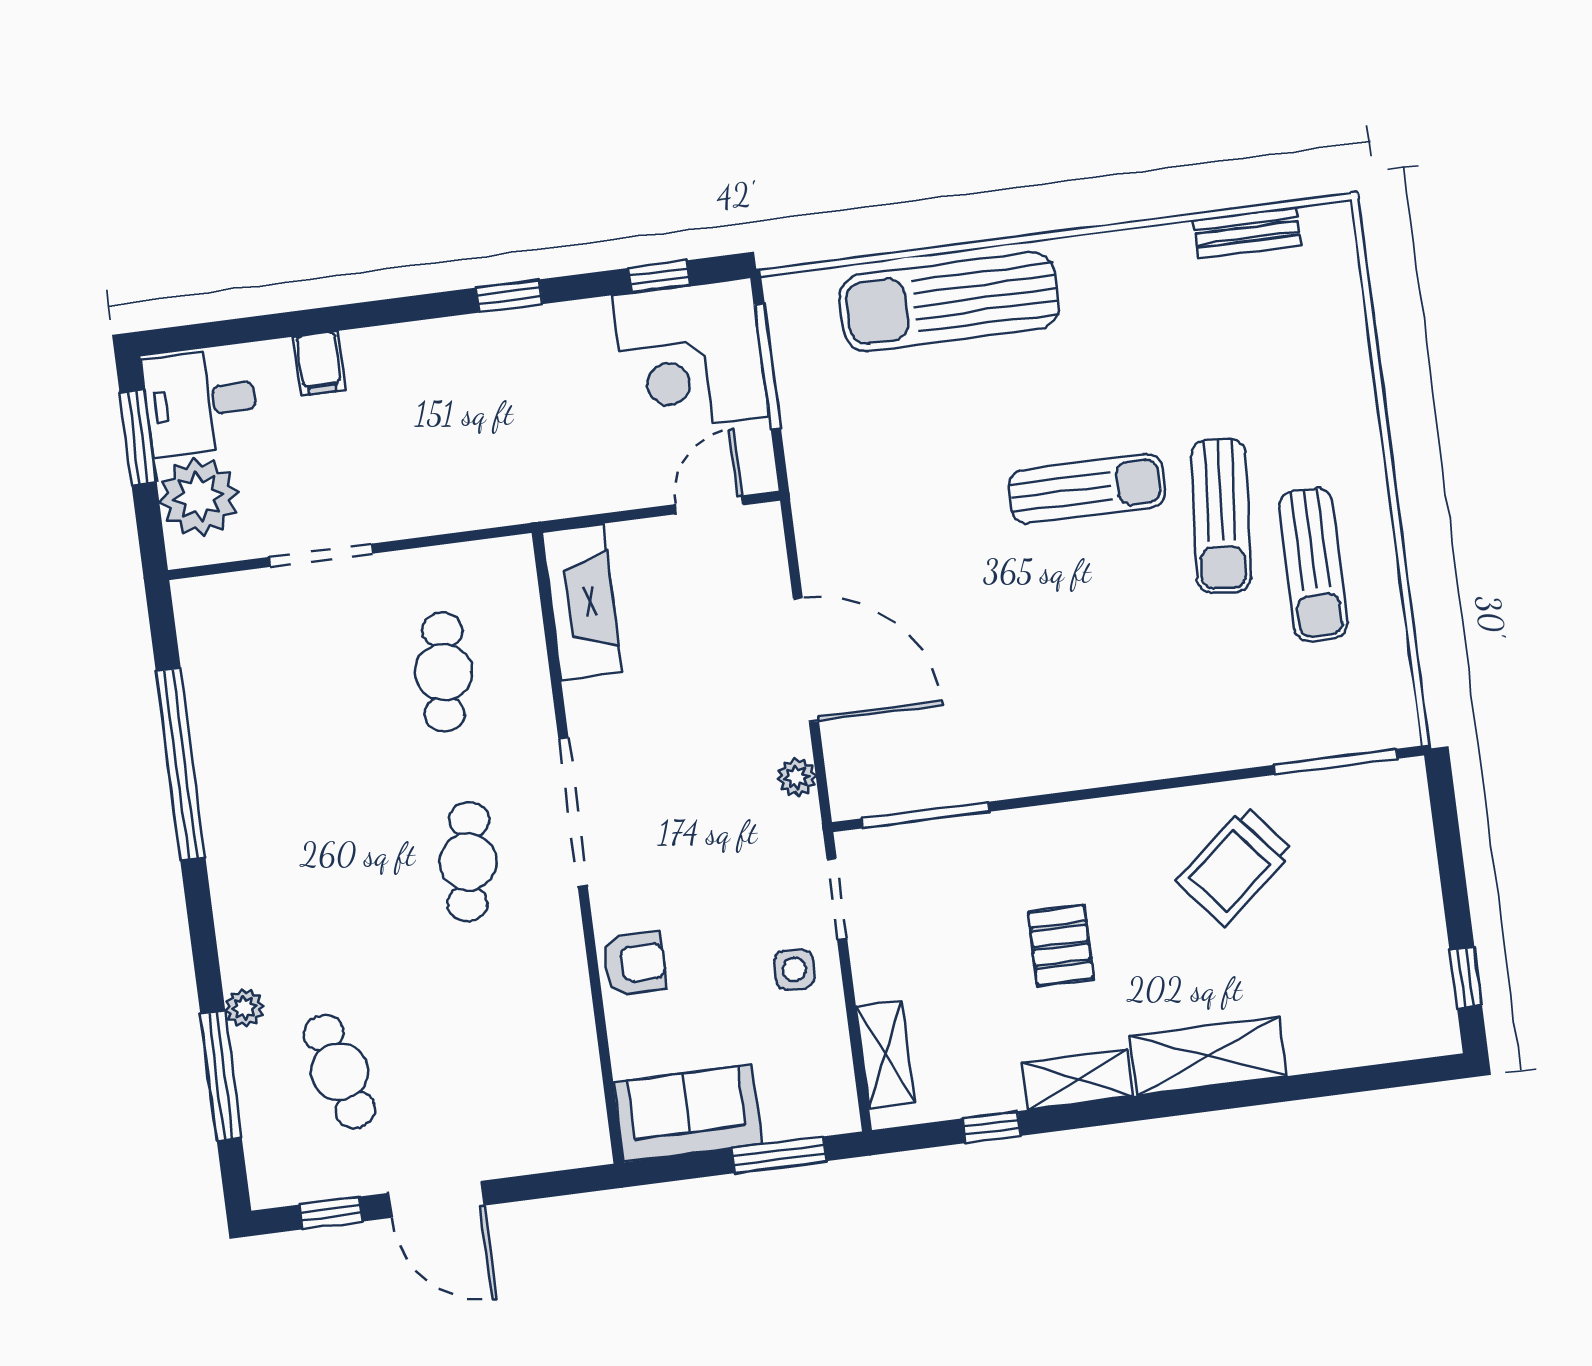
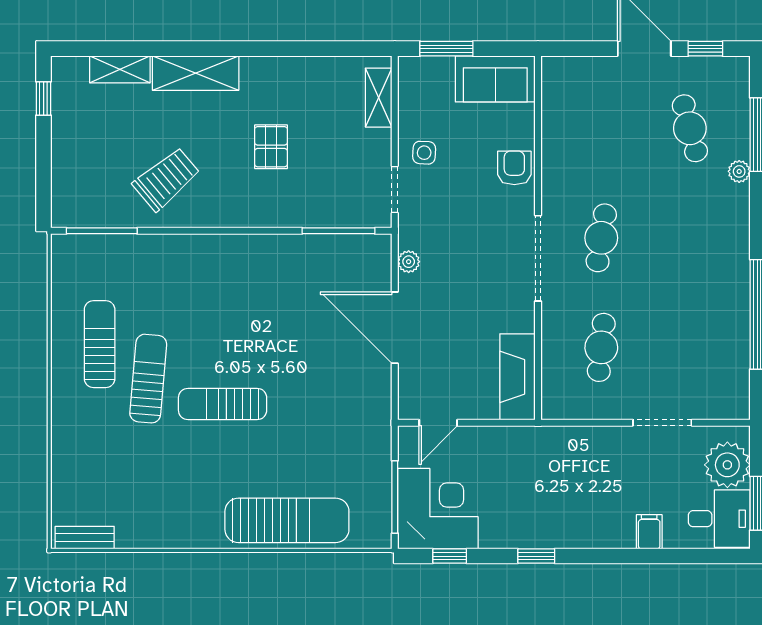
bench: (1247, 233) -> (85, 538), moved
armchair: (635, 963) -> (514, 168), turned 90
shelving: (1078, 1079) -> (120, 69), moved
window: (991, 1127) -> (324, 49), removed

